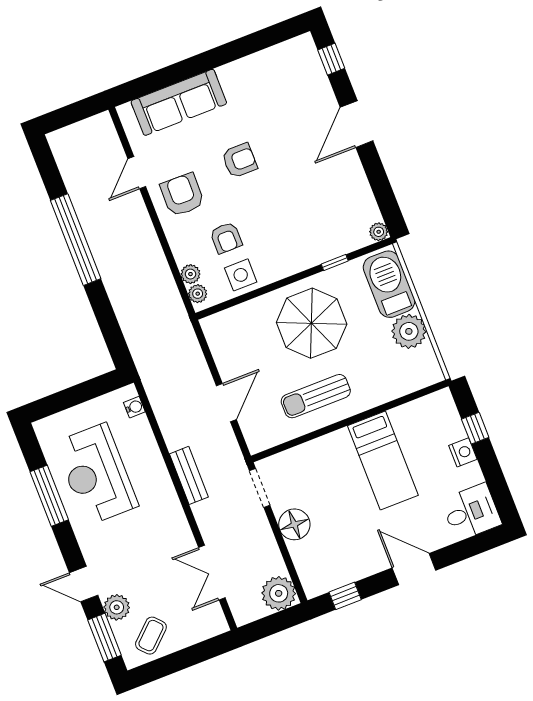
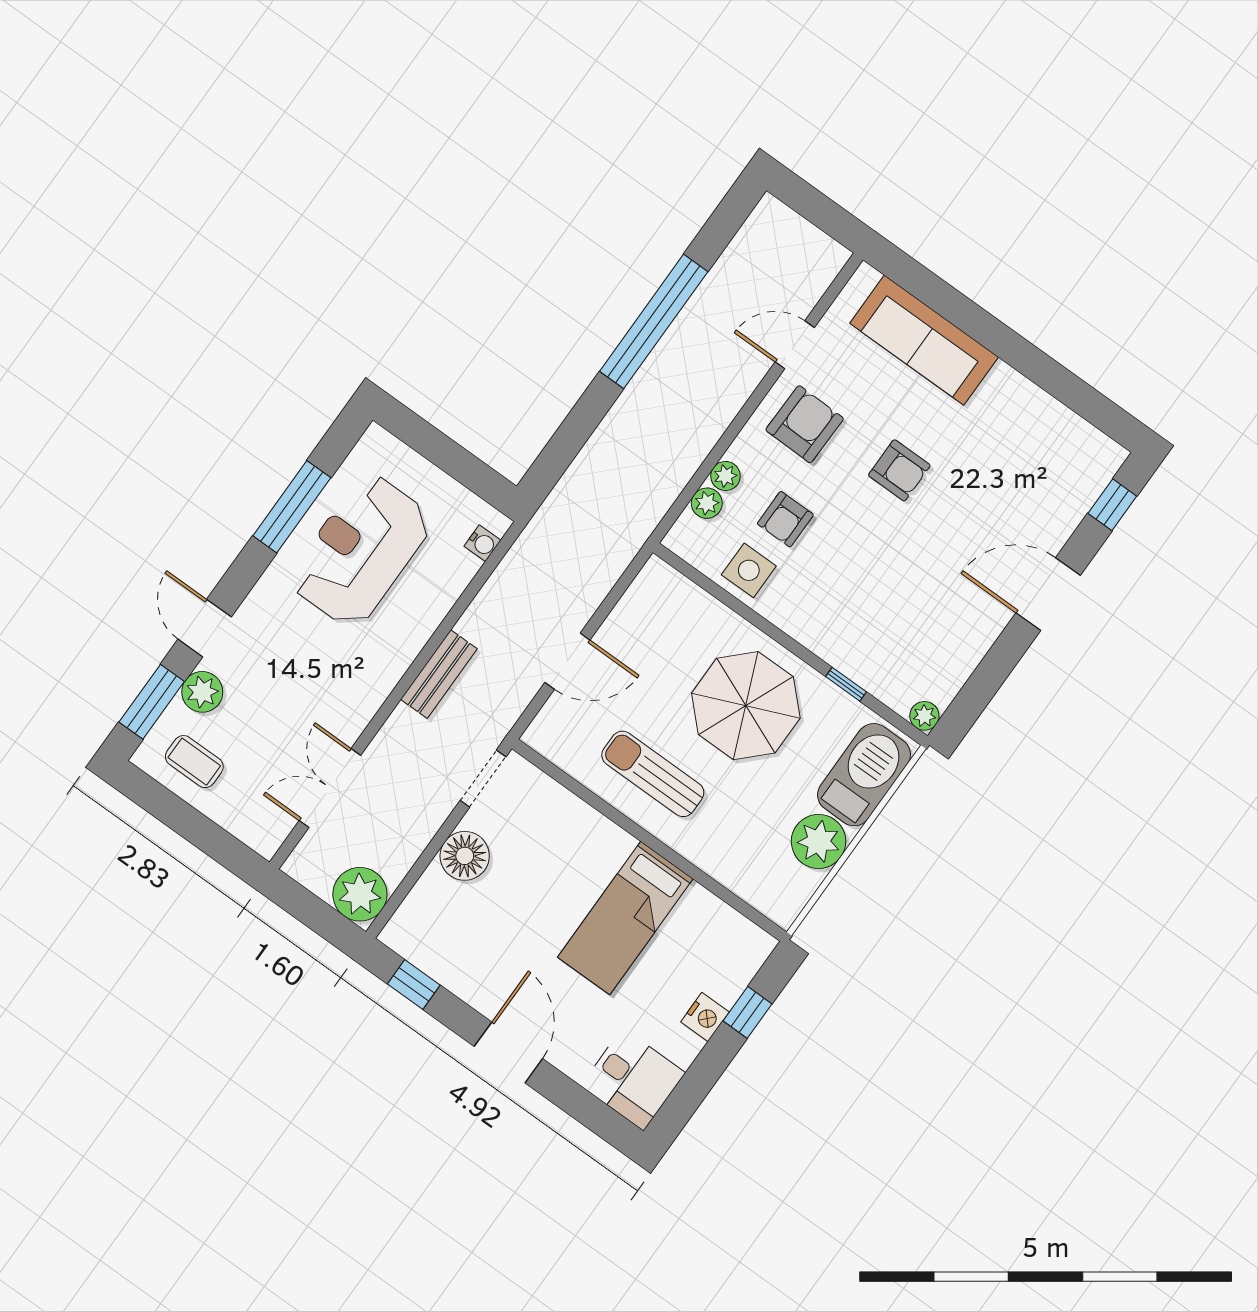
plant: (198, 294) -> (725, 476), moved
coffee table: (151, 636) -> (194, 762), turned 43

